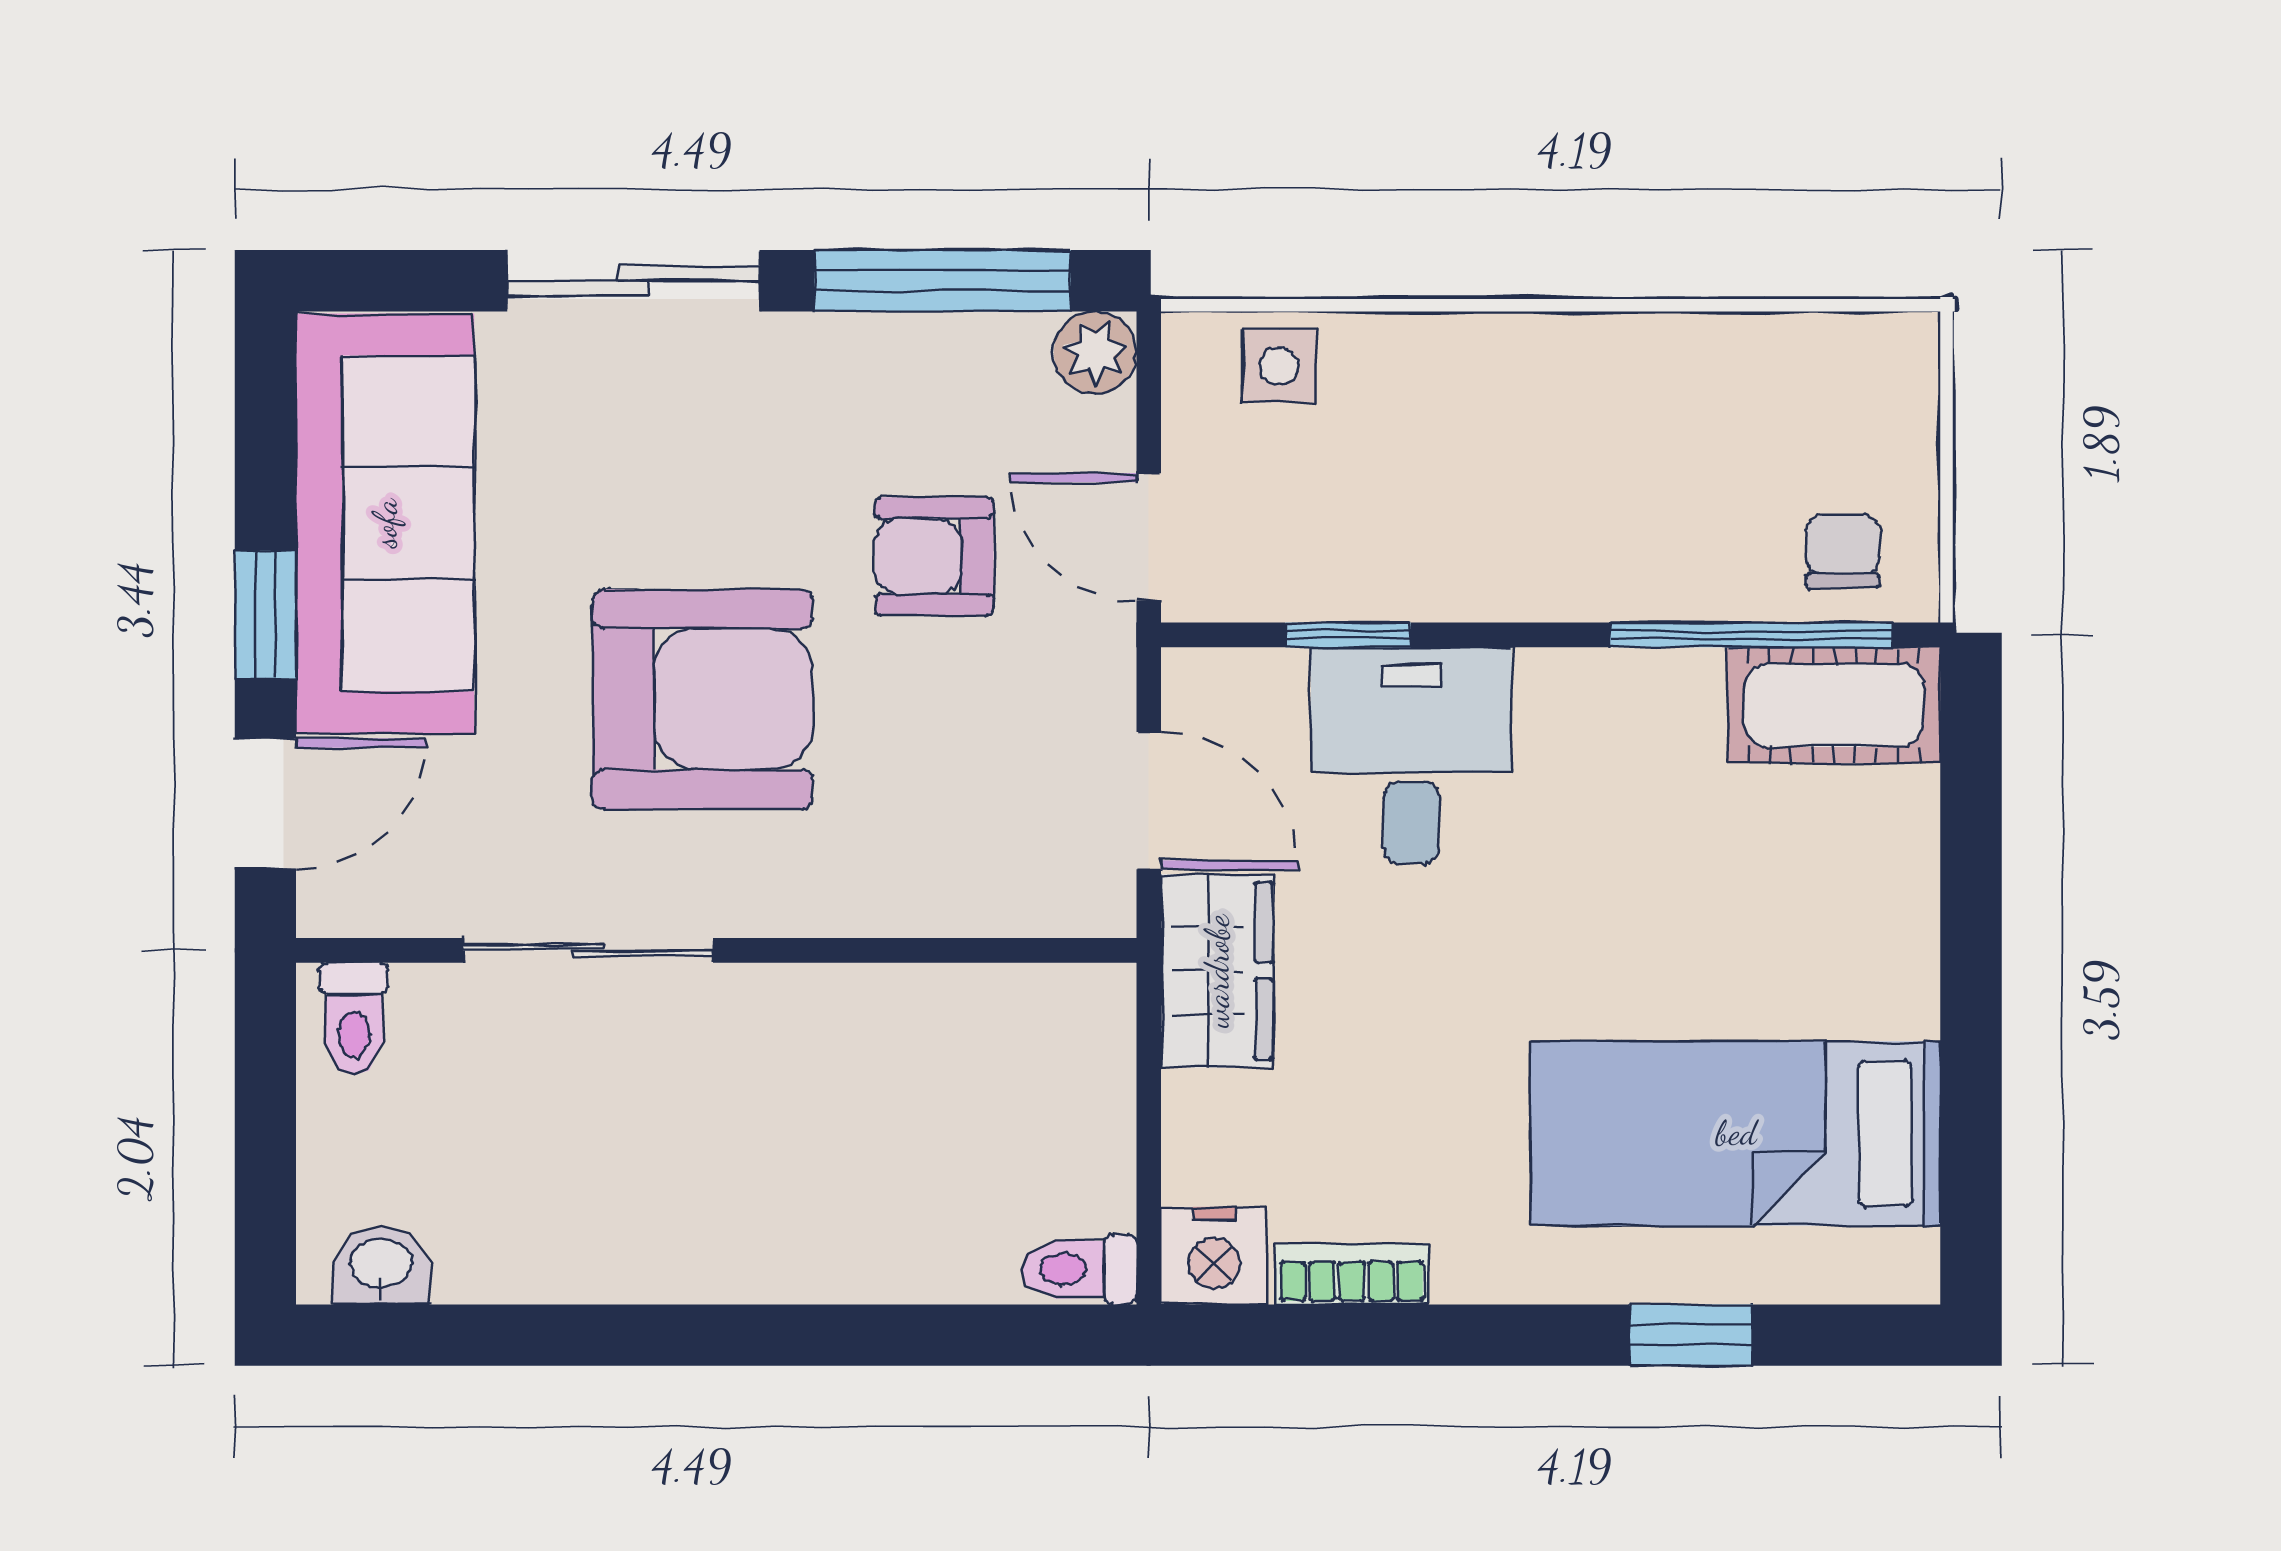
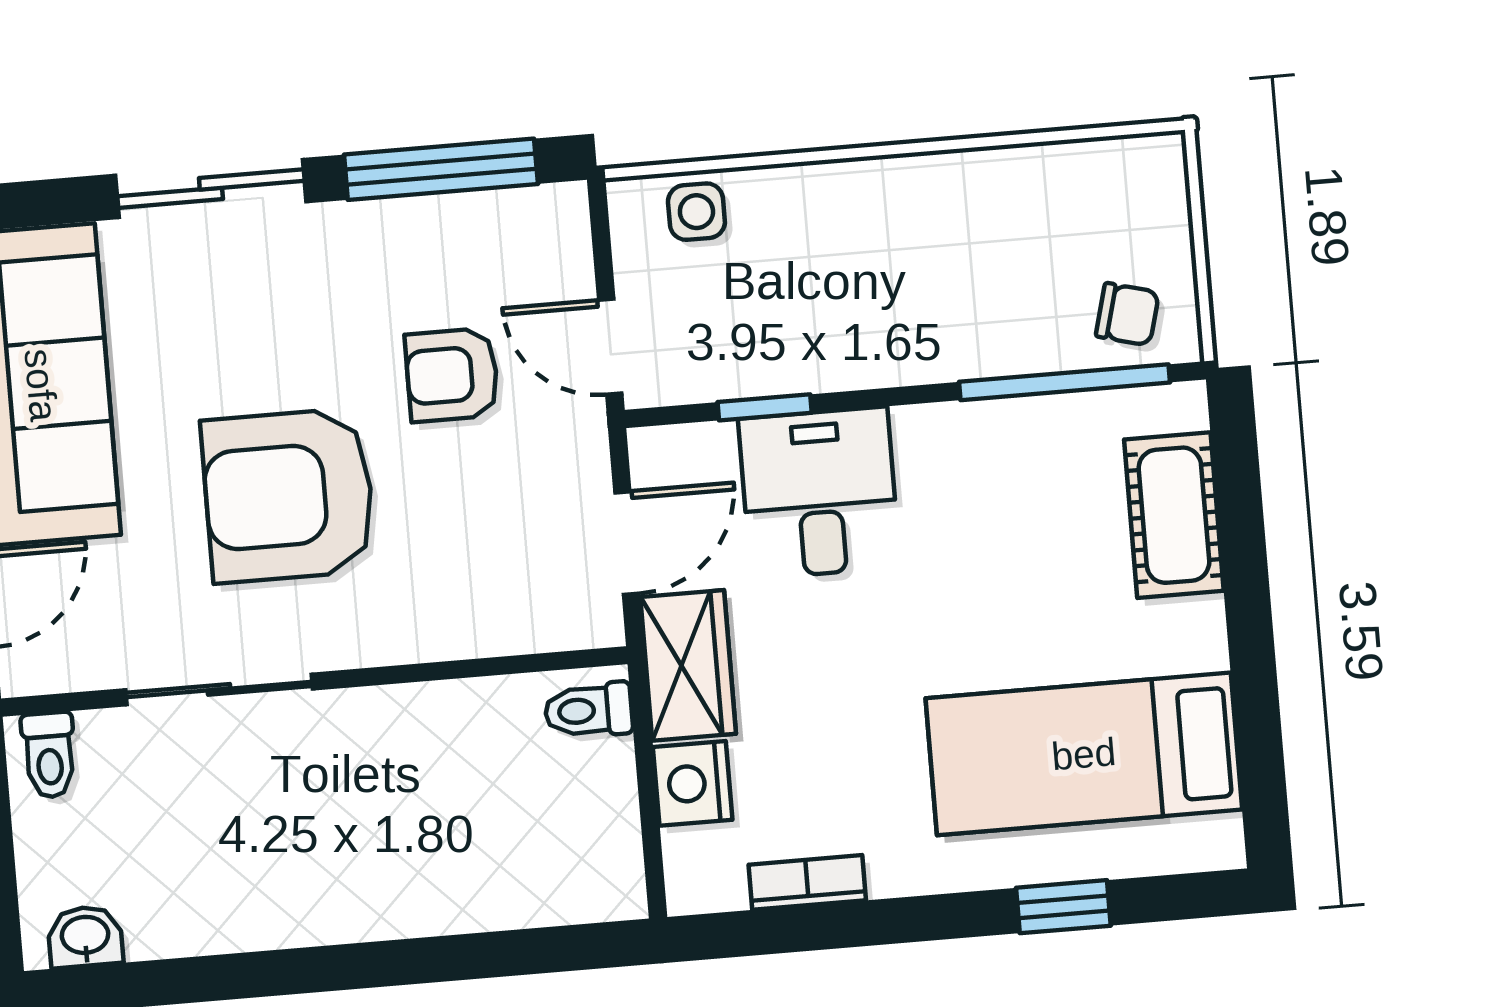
plant: (1095, 353) -> (559, 213), removed
chair: (1843, 551) -> (1127, 314), turned 105
armchair: (703, 699) -> (289, 495), turned 180
cot: (1834, 705) -> (1174, 515), moved, turned 90
door: (1149, 801) -> (627, 543), hinge flipped
nightstand: (1214, 1256) -> (693, 783), moved, turned 90
toilet: (1079, 1269) -> (589, 710), moved

